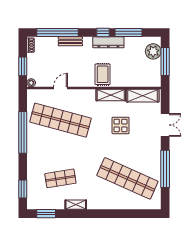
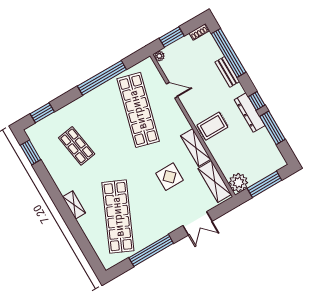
plant: (153, 51) -> (238, 183), moved
shelving: (76, 205) -> (74, 205), moved

